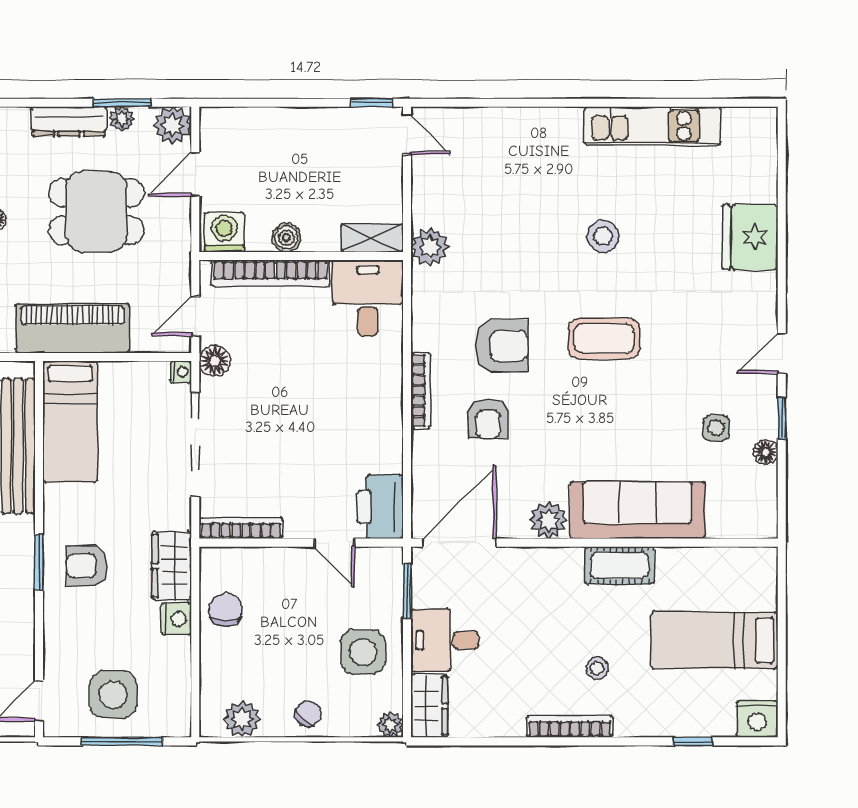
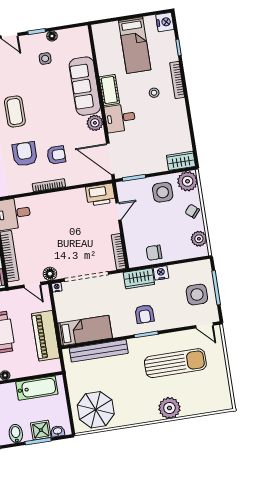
desk: (445, 640) -> (120, 118), moved, turned 90
plant: (391, 725) -> (188, 181), width x1.87, depth x1.87
bookcase: (570, 726) -> (177, 80), moved

